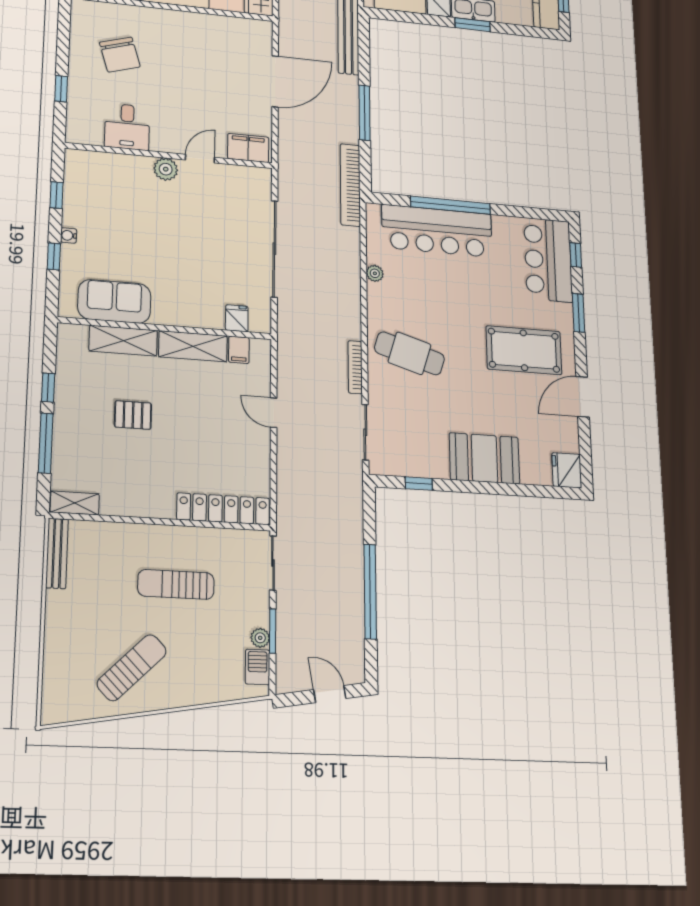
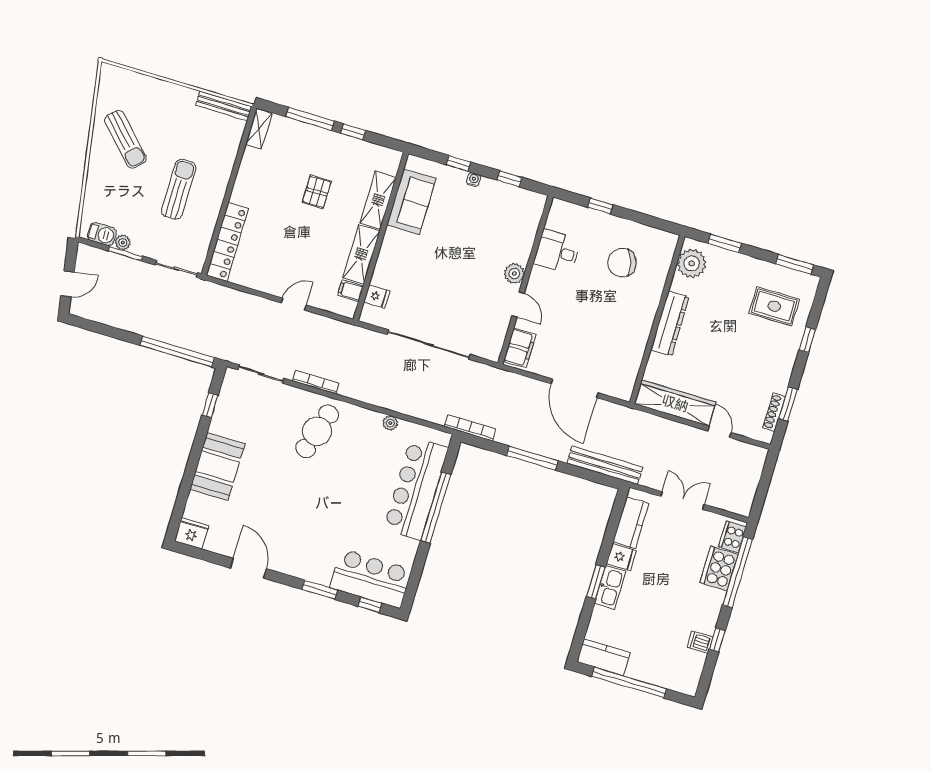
bookcase: (350, 185) -> (470, 428), width x0.68, depth x0.76
pool table: (524, 350) -> (298, 530), removed
window: (370, 592) -> (177, 352), moved

